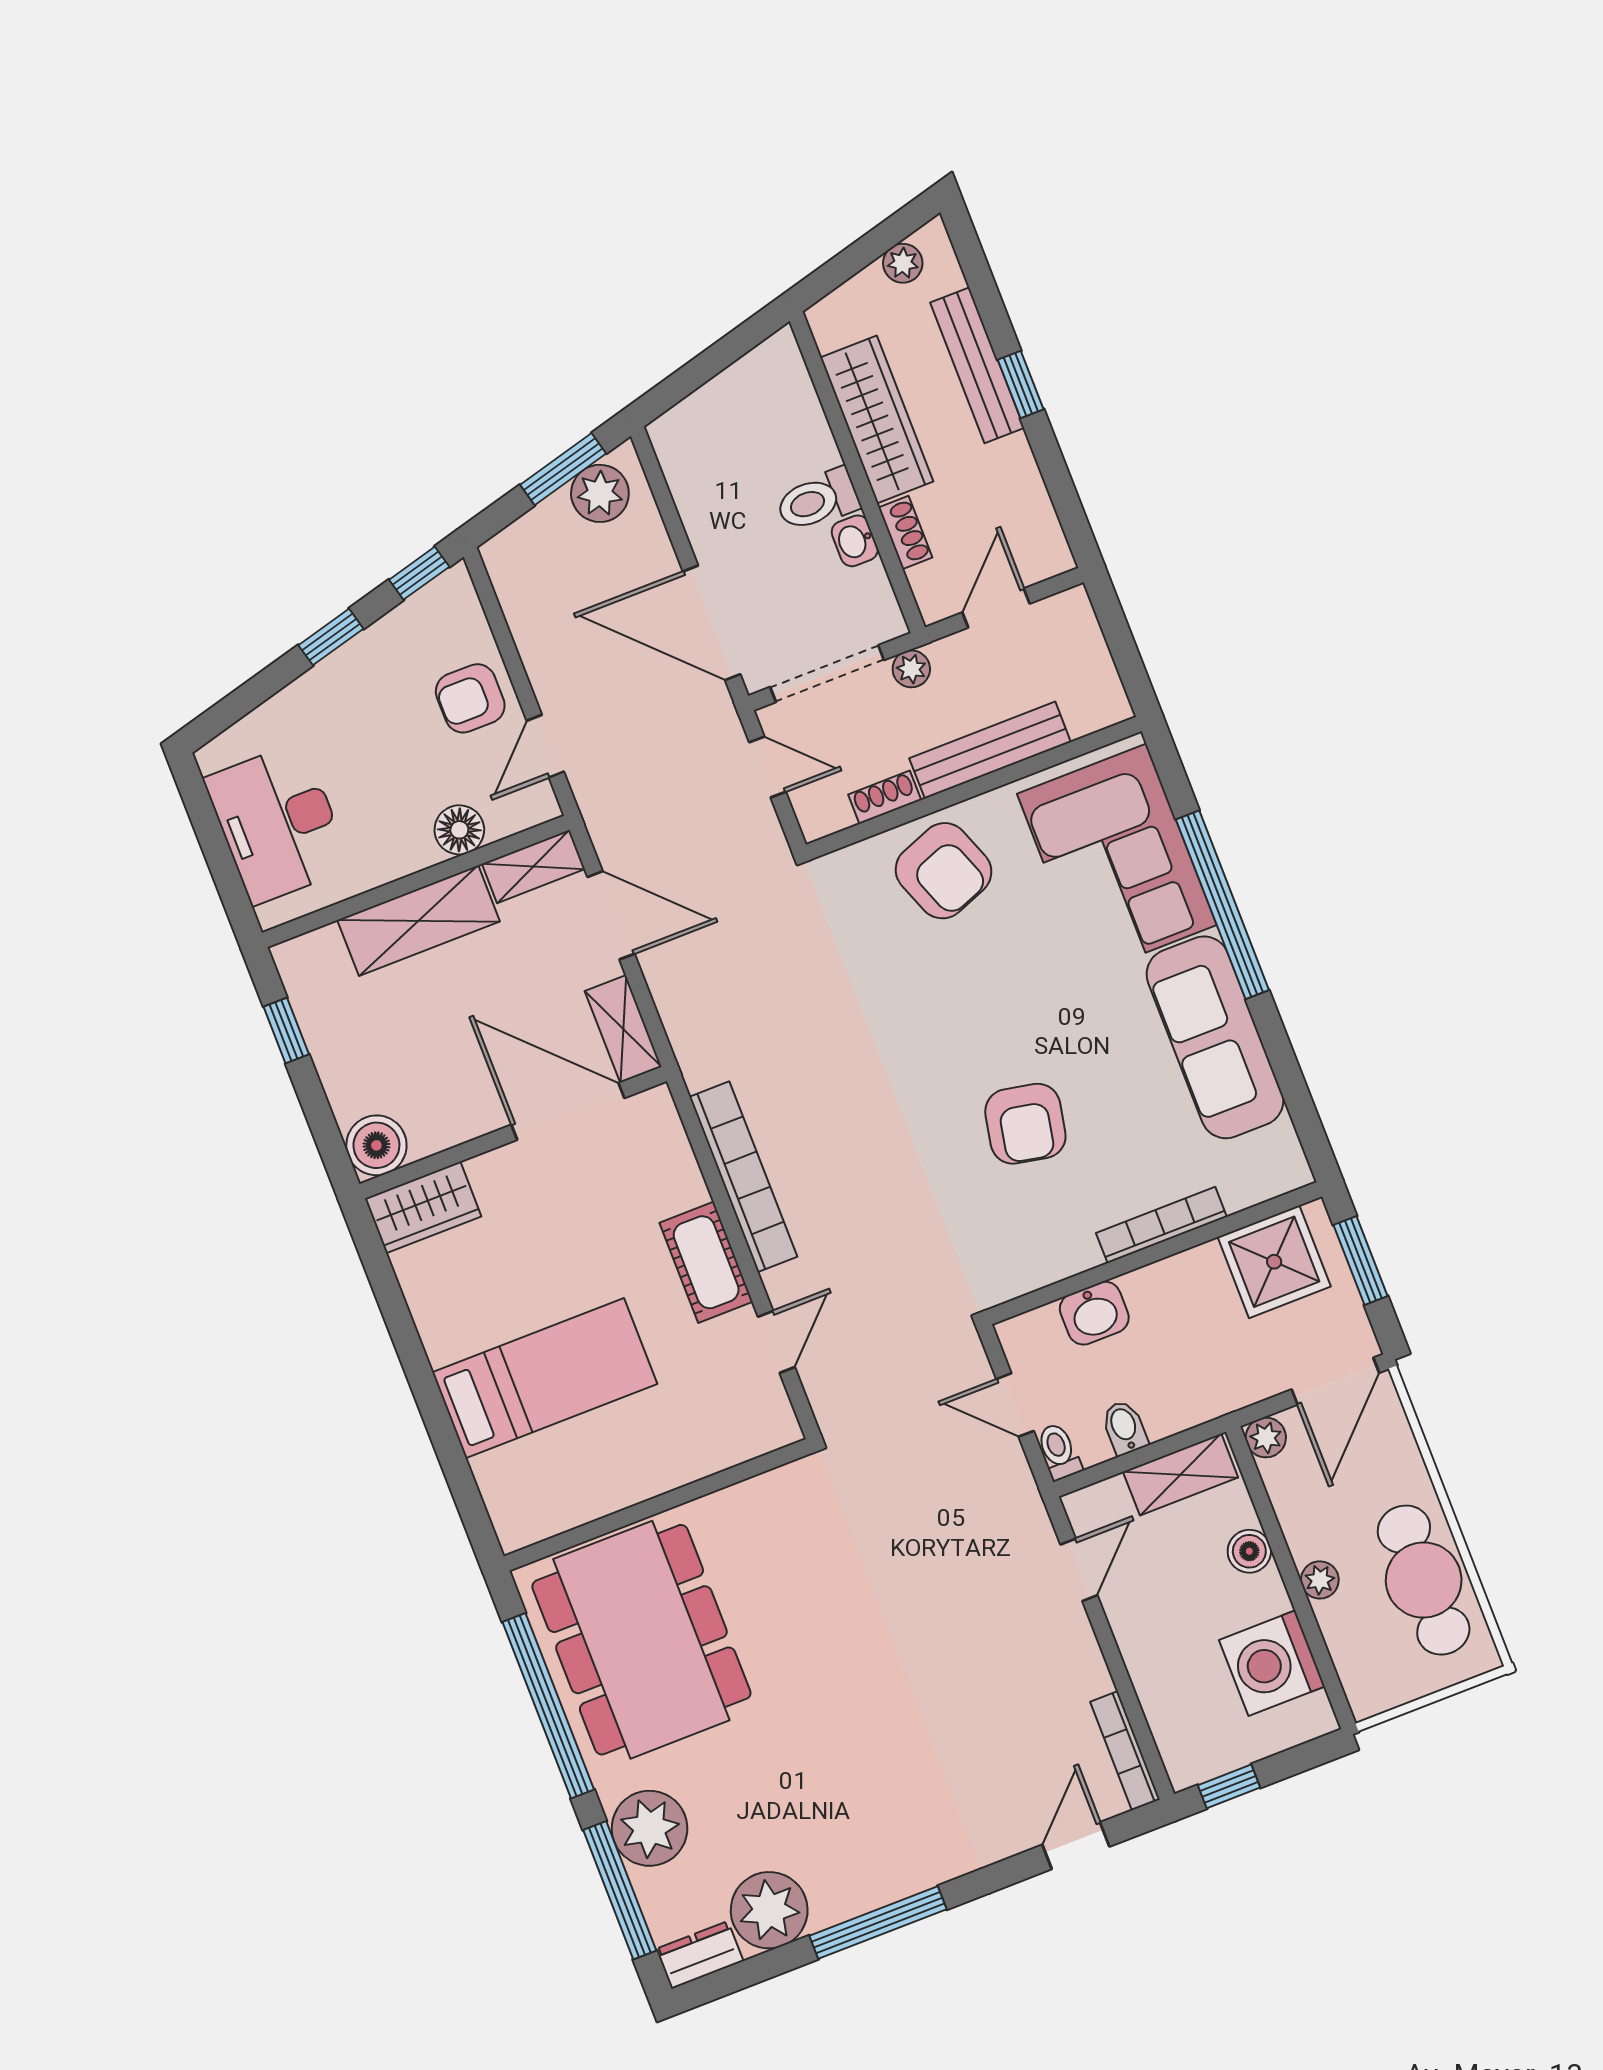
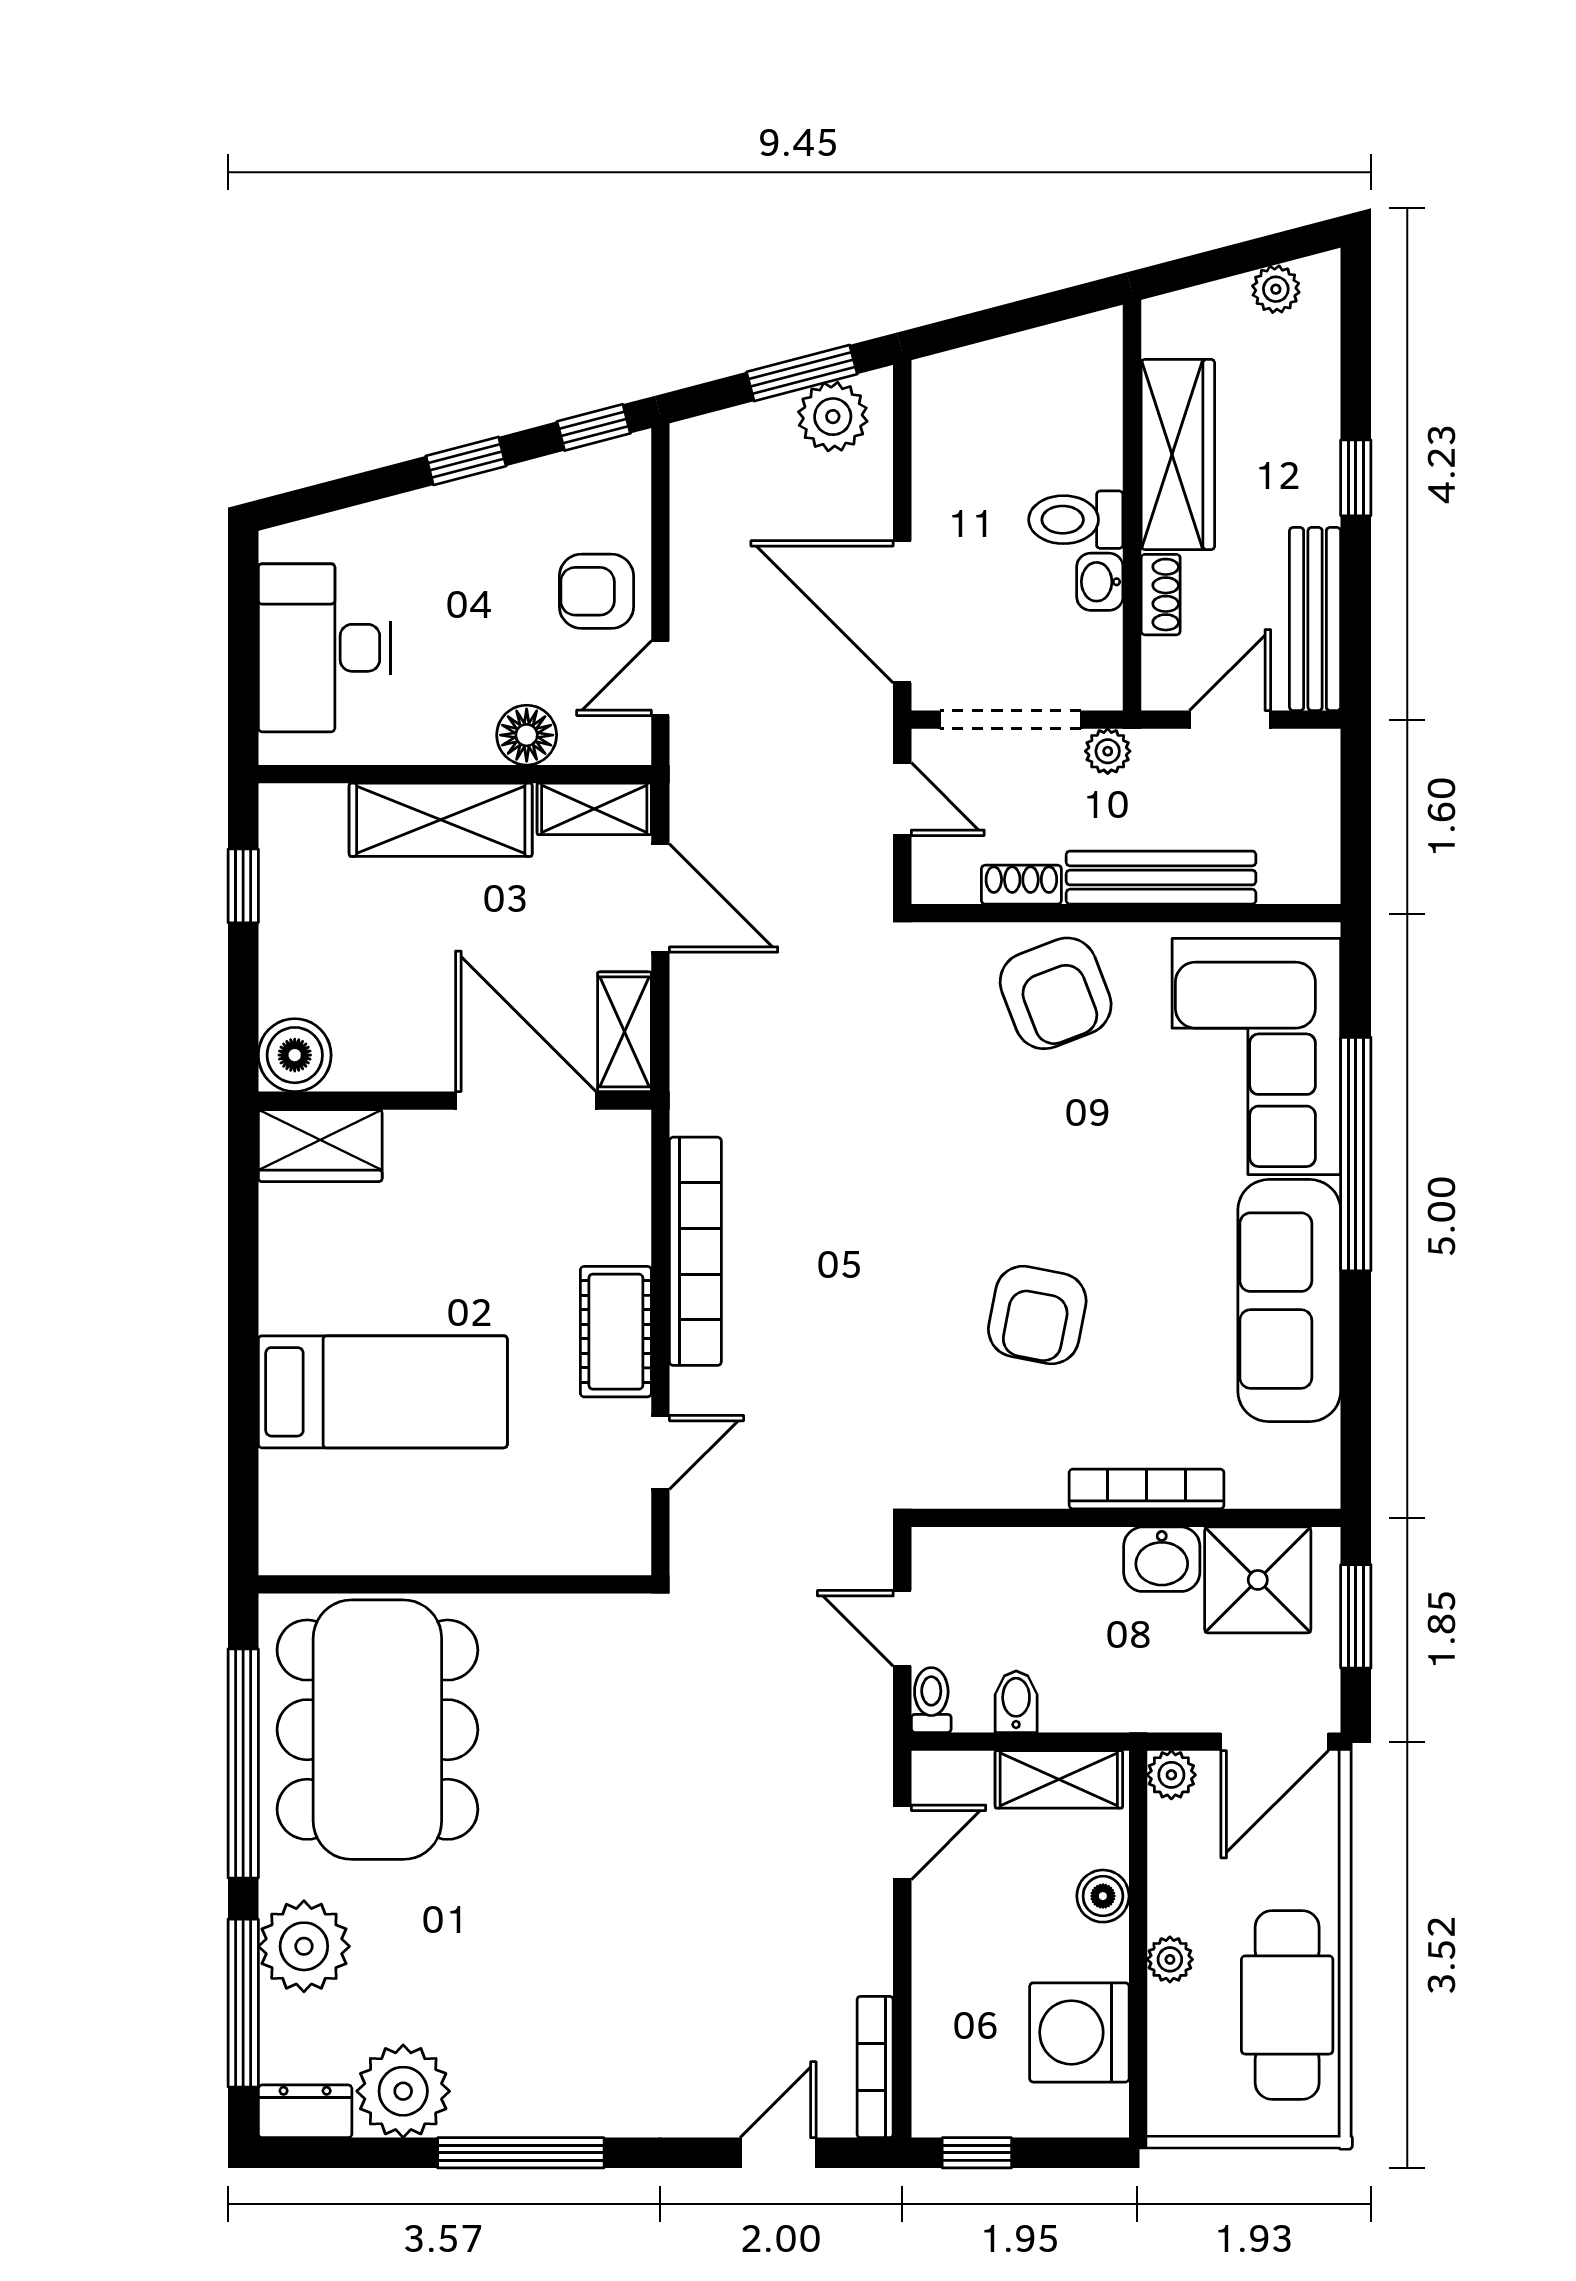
bench: (977, 365) -> (1315, 619), moved
washbasin: (1094, 1313) -> (1162, 1559), moved

